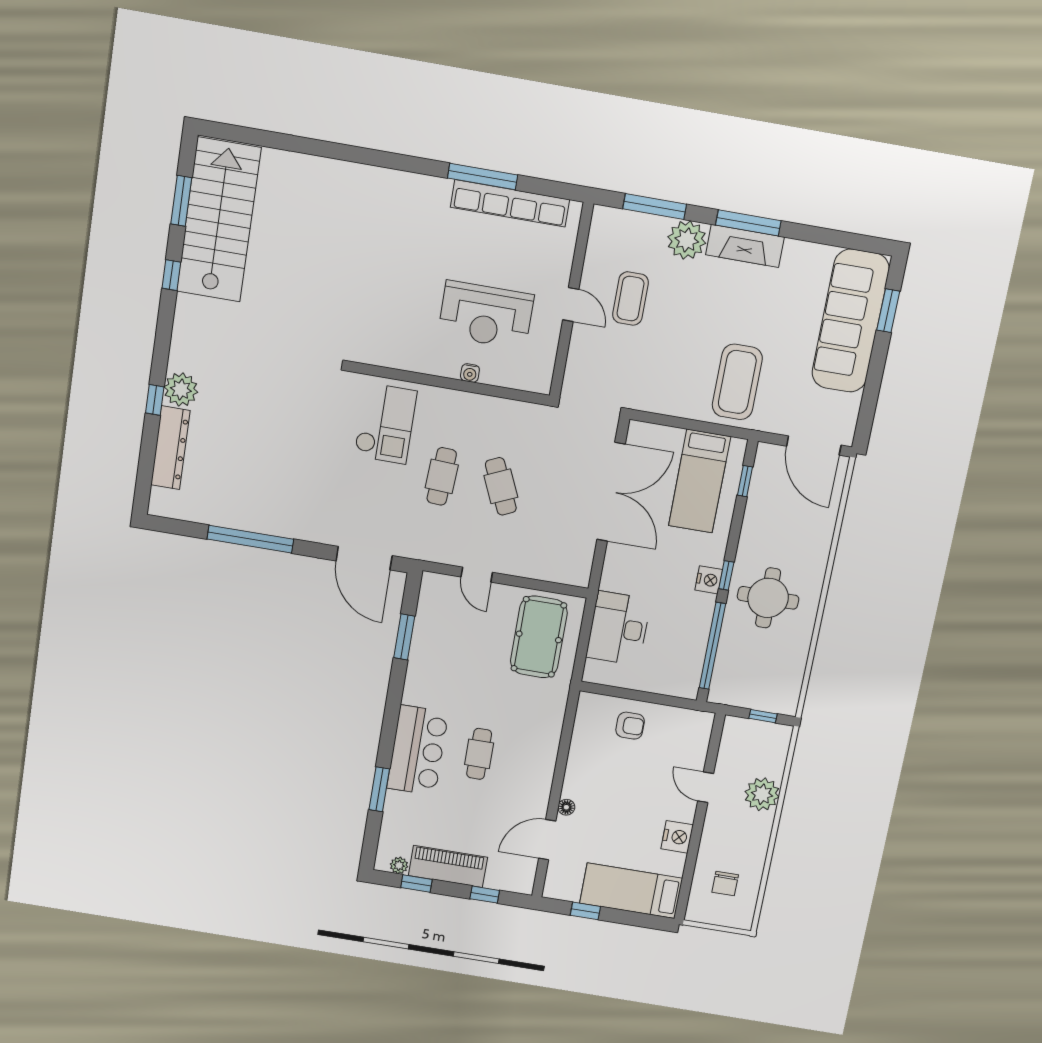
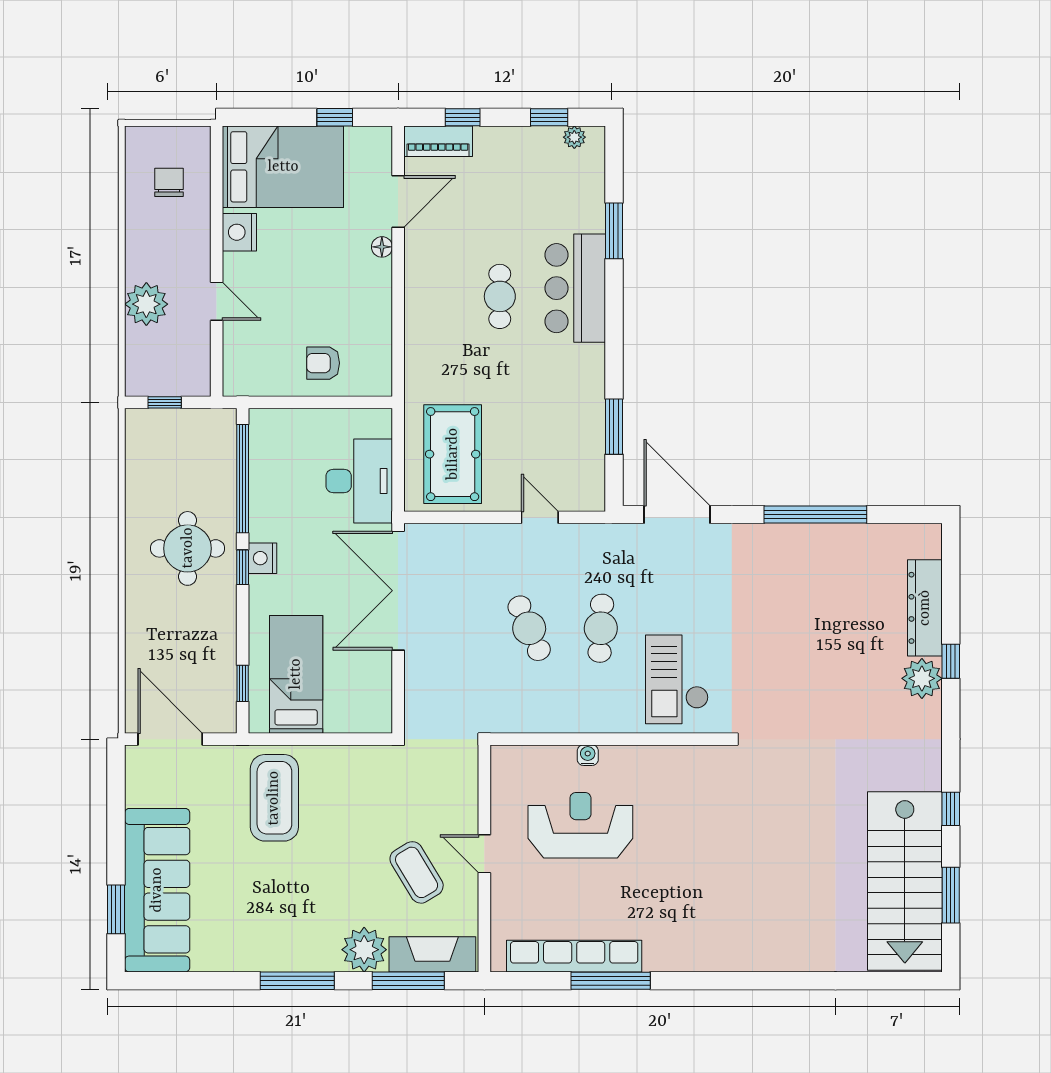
fireplace: (745, 246) -> (432, 954), moved
coffee table: (630, 299) -> (417, 872), turned -31
double door: (611, 492) -> (398, 591), moved
piano: (448, 866) -> (438, 141), moved, width x0.73, depth x0.75
bed: (631, 891) -> (283, 167), width x1.50

